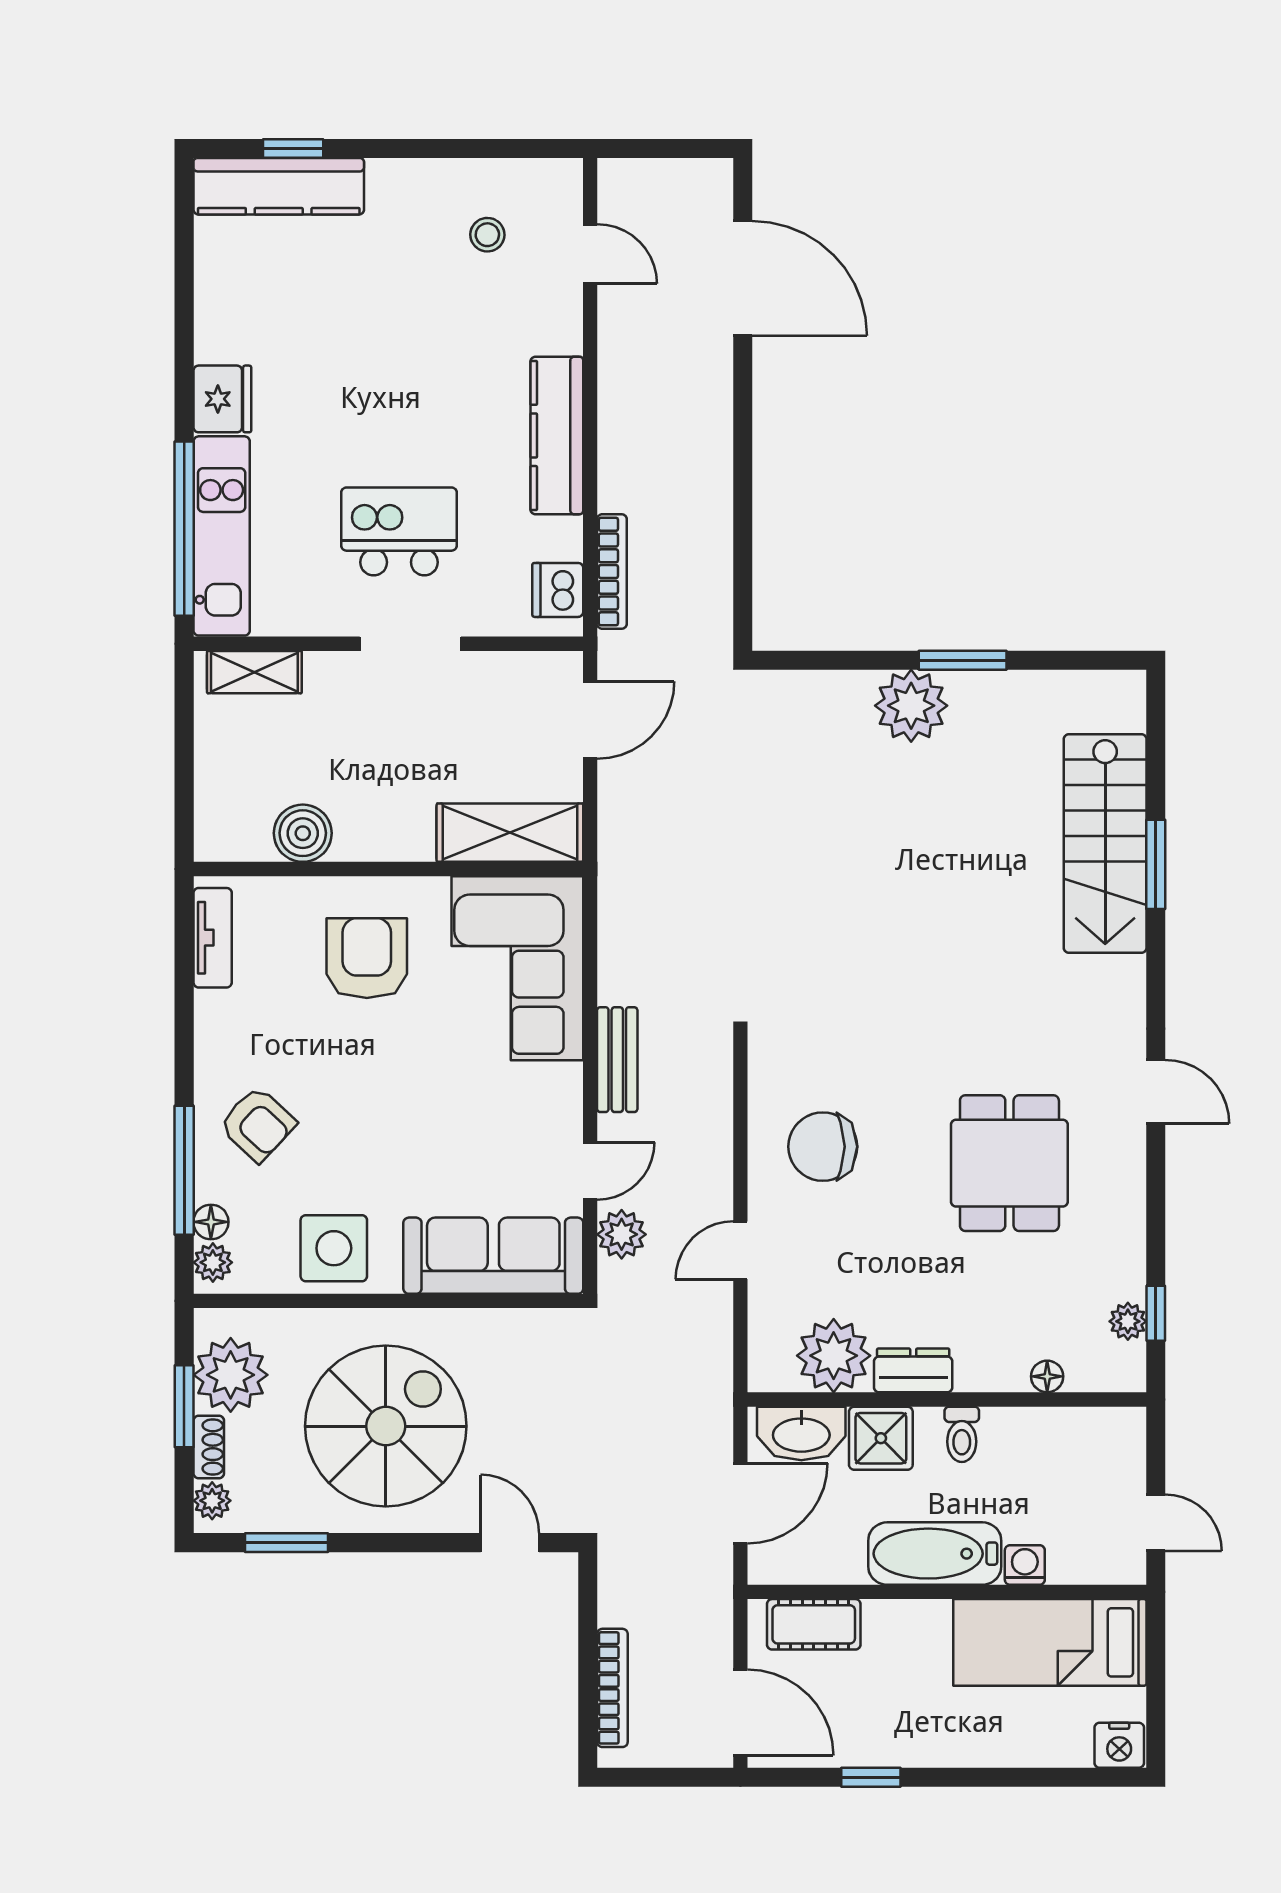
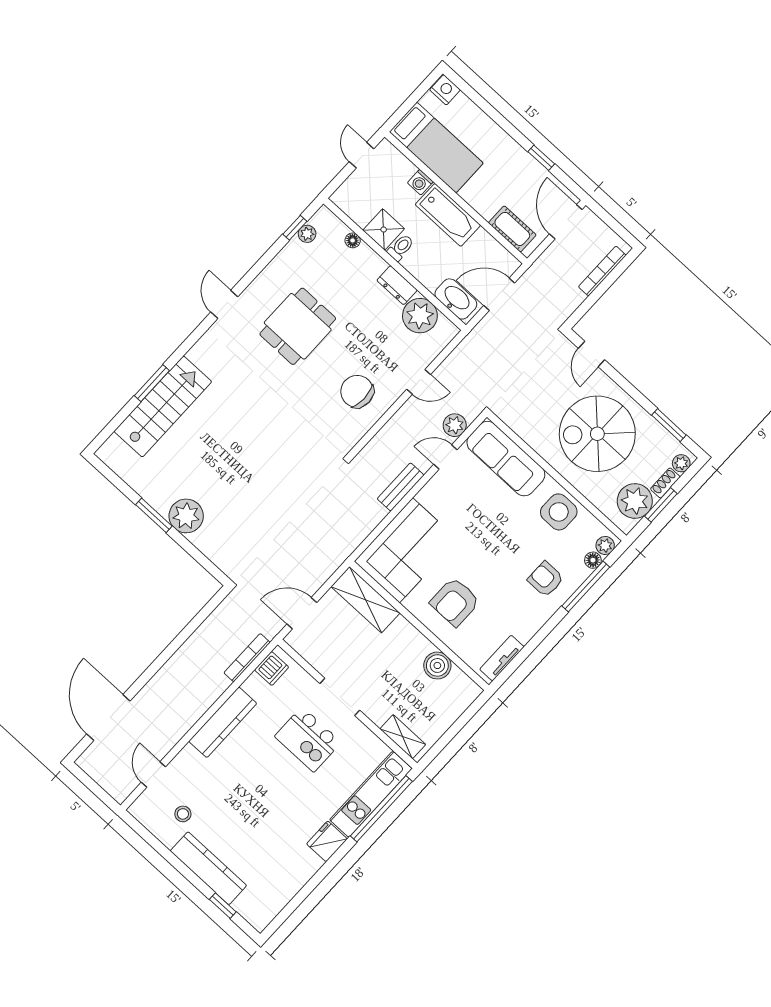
kitchen counter: (279, 186) -> (208, 868), moved
armchair: (258, 1124) -> (546, 579), turned -43
chair: (823, 1147) -> (357, 391), turned 180
shower: (881, 1438) -> (384, 230), moved

